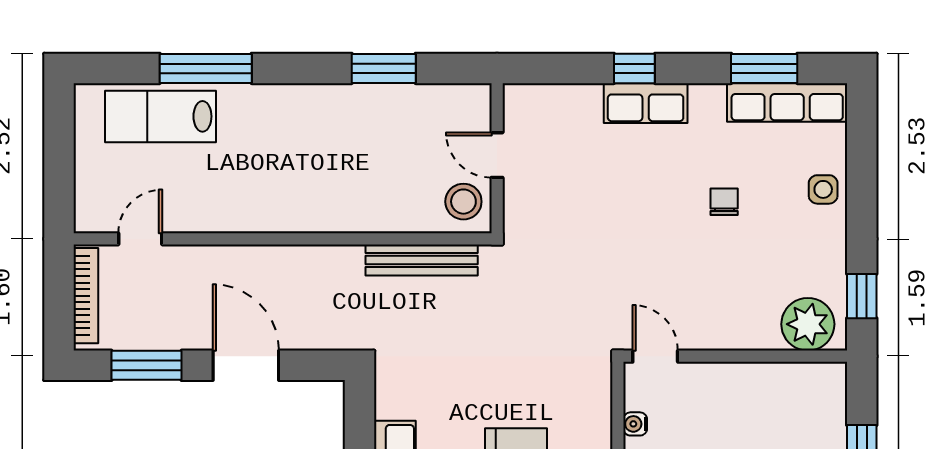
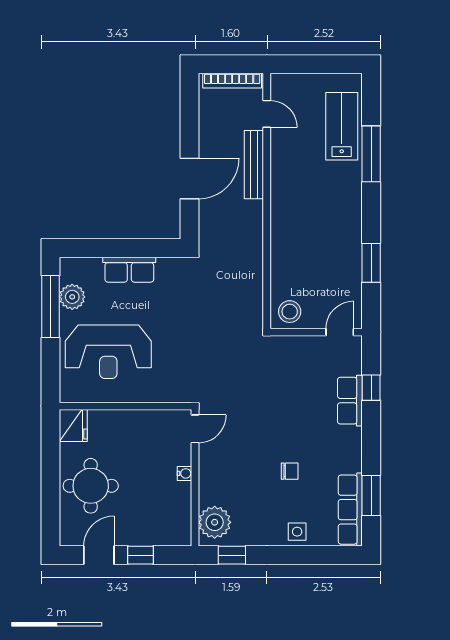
window: (634, 68) -> (371, 388), moved
row of seats: (646, 103) -> (350, 401), moved
door: (497, 155) -> (340, 332), moved
bench: (422, 260) -> (254, 165), moved
window: (147, 365) -> (189, 118), removed
water cooler: (635, 424) -> (185, 473), moved, turned 90

